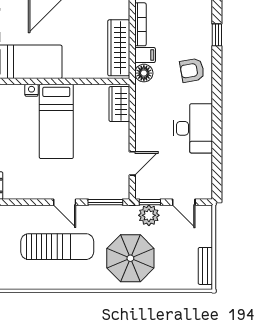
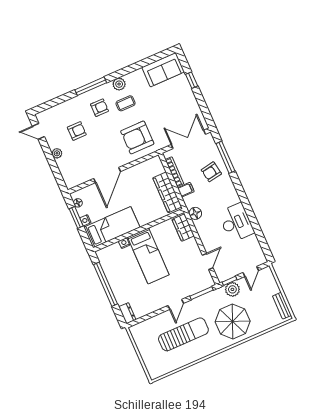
window: (217, 35) -> (225, 157), width x2.17
armchair: (192, 70) -> (211, 172), moved
floor lamp: (144, 73) -> (195, 213), moved
door: (65, 202) -> (176, 304), hinge flipped
door: (184, 202) -> (251, 271), hinge flipped

